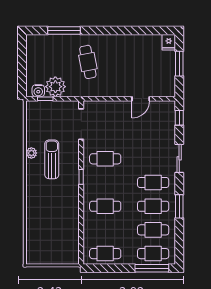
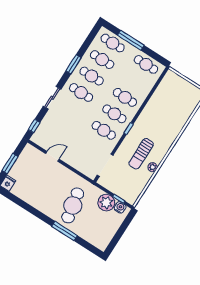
window: (64, 31) -> (65, 231), moved
cafe table: (88, 62) -> (73, 205), width x1.37, depth x1.35
cafe table: (105, 183) -> (114, 114), added
window: (152, 268) -> (131, 40), moved

